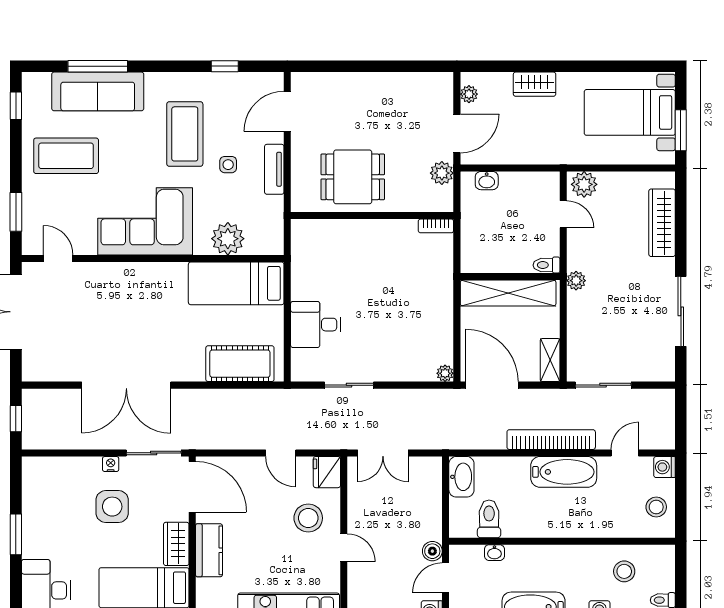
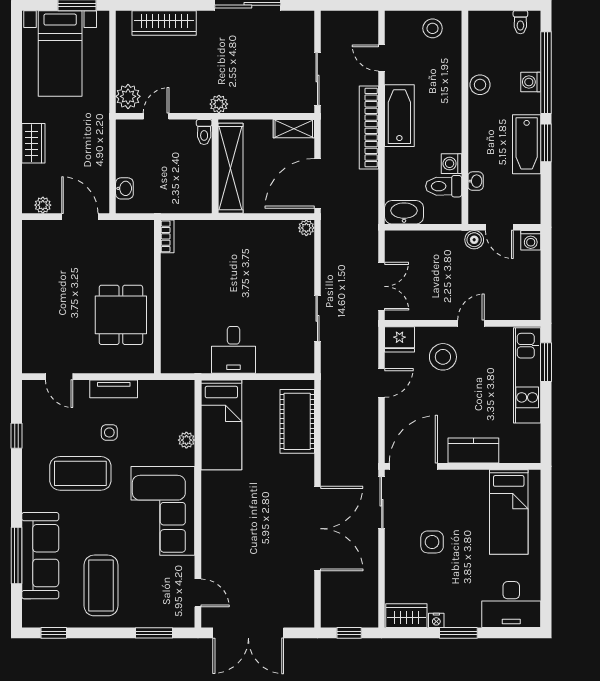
door: (287, 111) -> (59, 377), width x0.73
plant: (442, 173) -> (117, 231), removed
plant: (228, 239) -> (186, 440), width x0.53, depth x0.53
door: (58, 258) -> (198, 593), swing flipped
desk: (316, 325) -> (234, 350), moved
nightstand: (111, 464) -> (436, 620), moved, turned -90
washing machine: (664, 467) -> (452, 164), moved, turned 90
side table: (112, 507) -> (432, 542), width x0.73, depth x0.73
wardrobe: (176, 544) -> (406, 616), moved, turned 180
stool: (624, 571) -> (480, 85), moved

